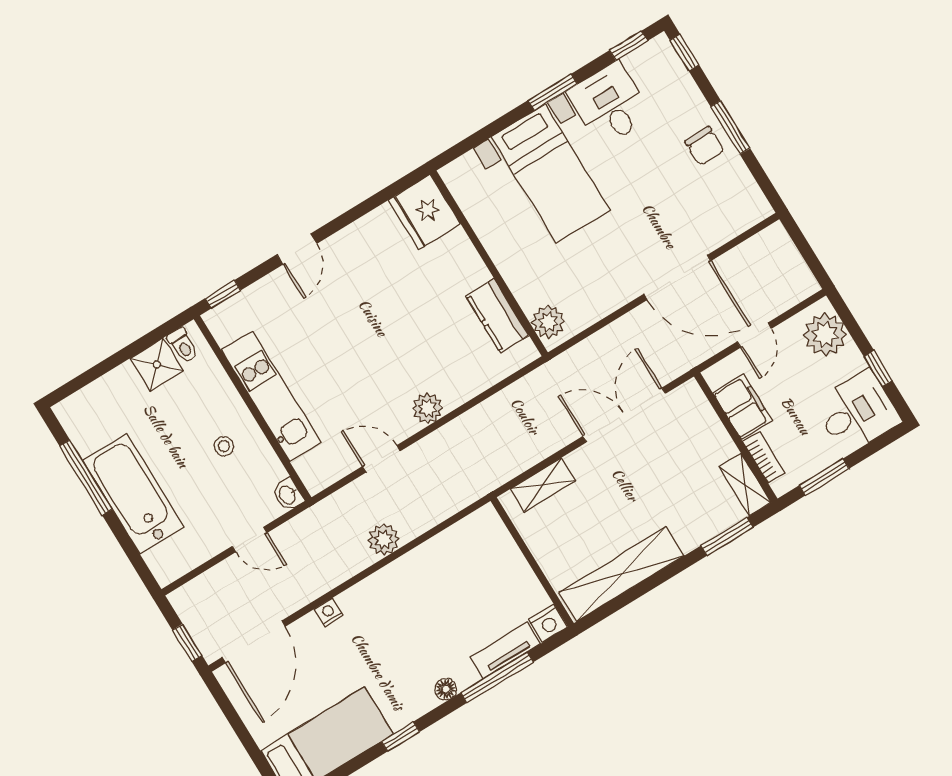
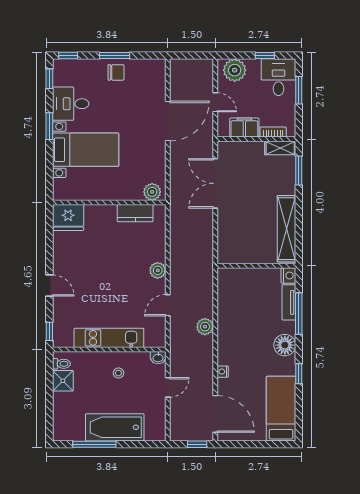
window: (824, 477) -> (299, 90), moved
shelving: (543, 485) -> (224, 239), removed
floor lamp: (446, 689) -> (285, 345), width x1.89, depth x1.89

